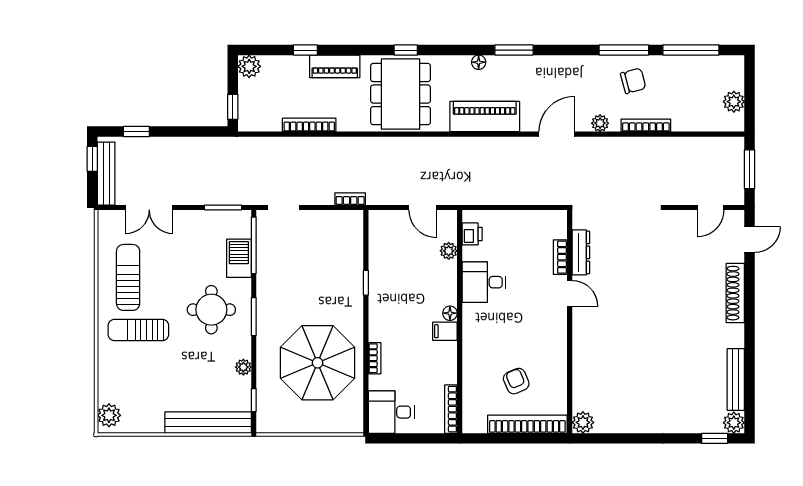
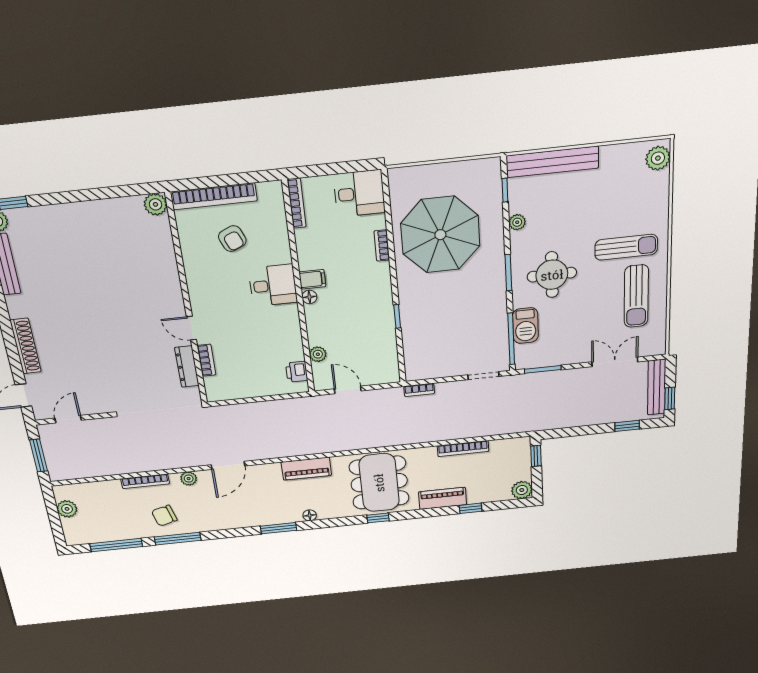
piano: (485, 117) -> (306, 469), width x0.73, depth x0.75
desk: (484, 282) -> (273, 285), moved

